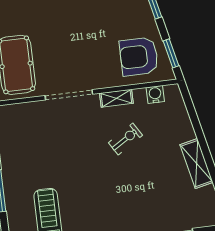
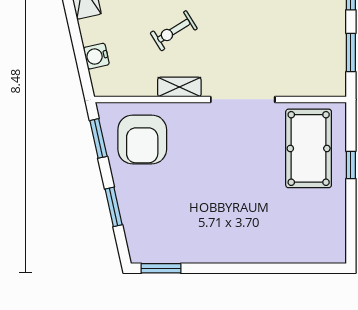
armchair: (139, 56) -> (142, 139), turned 90
water cooler: (155, 95) -> (96, 56), moved, turned 78

